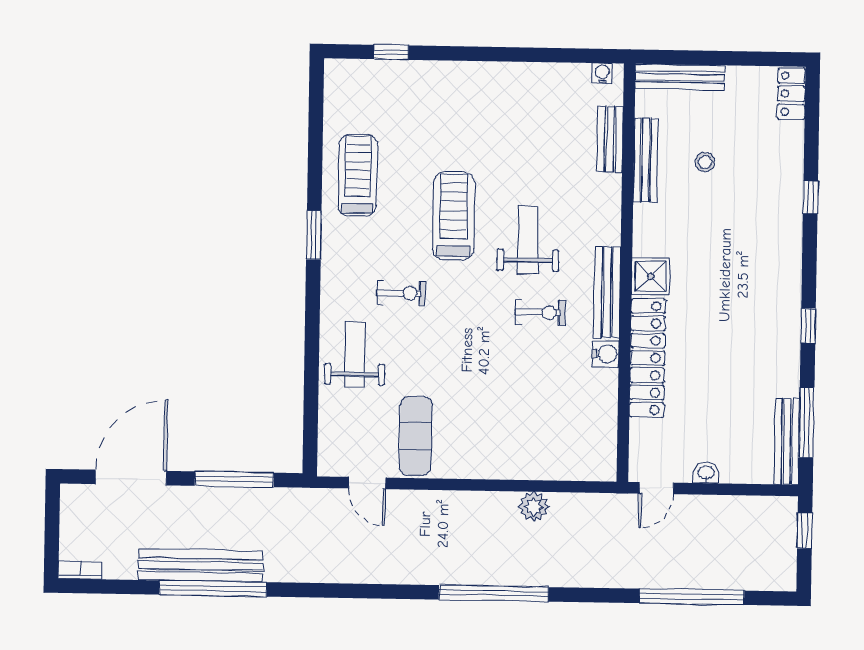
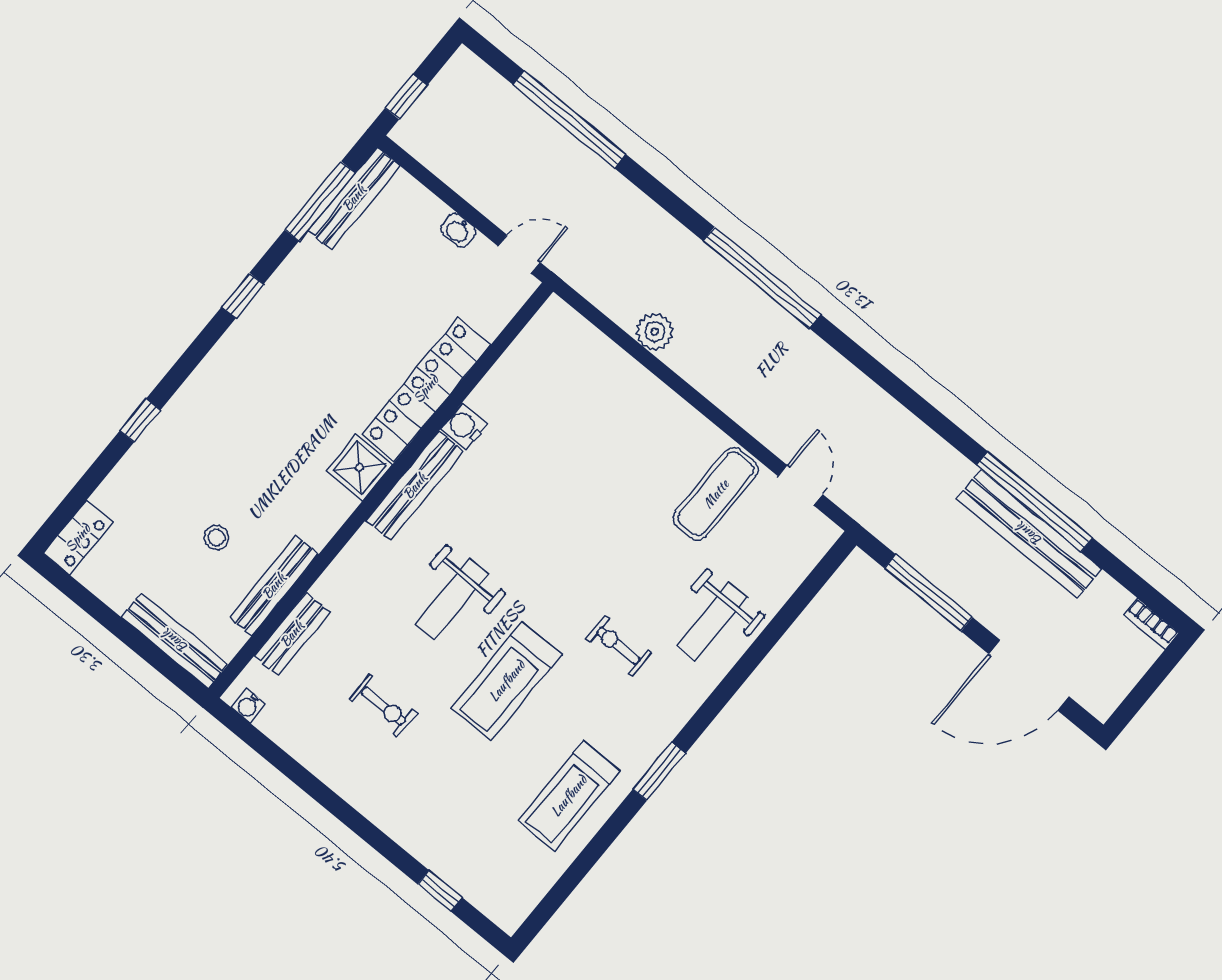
exercise bike: (540, 312) -> (383, 706), moved, turned 180

